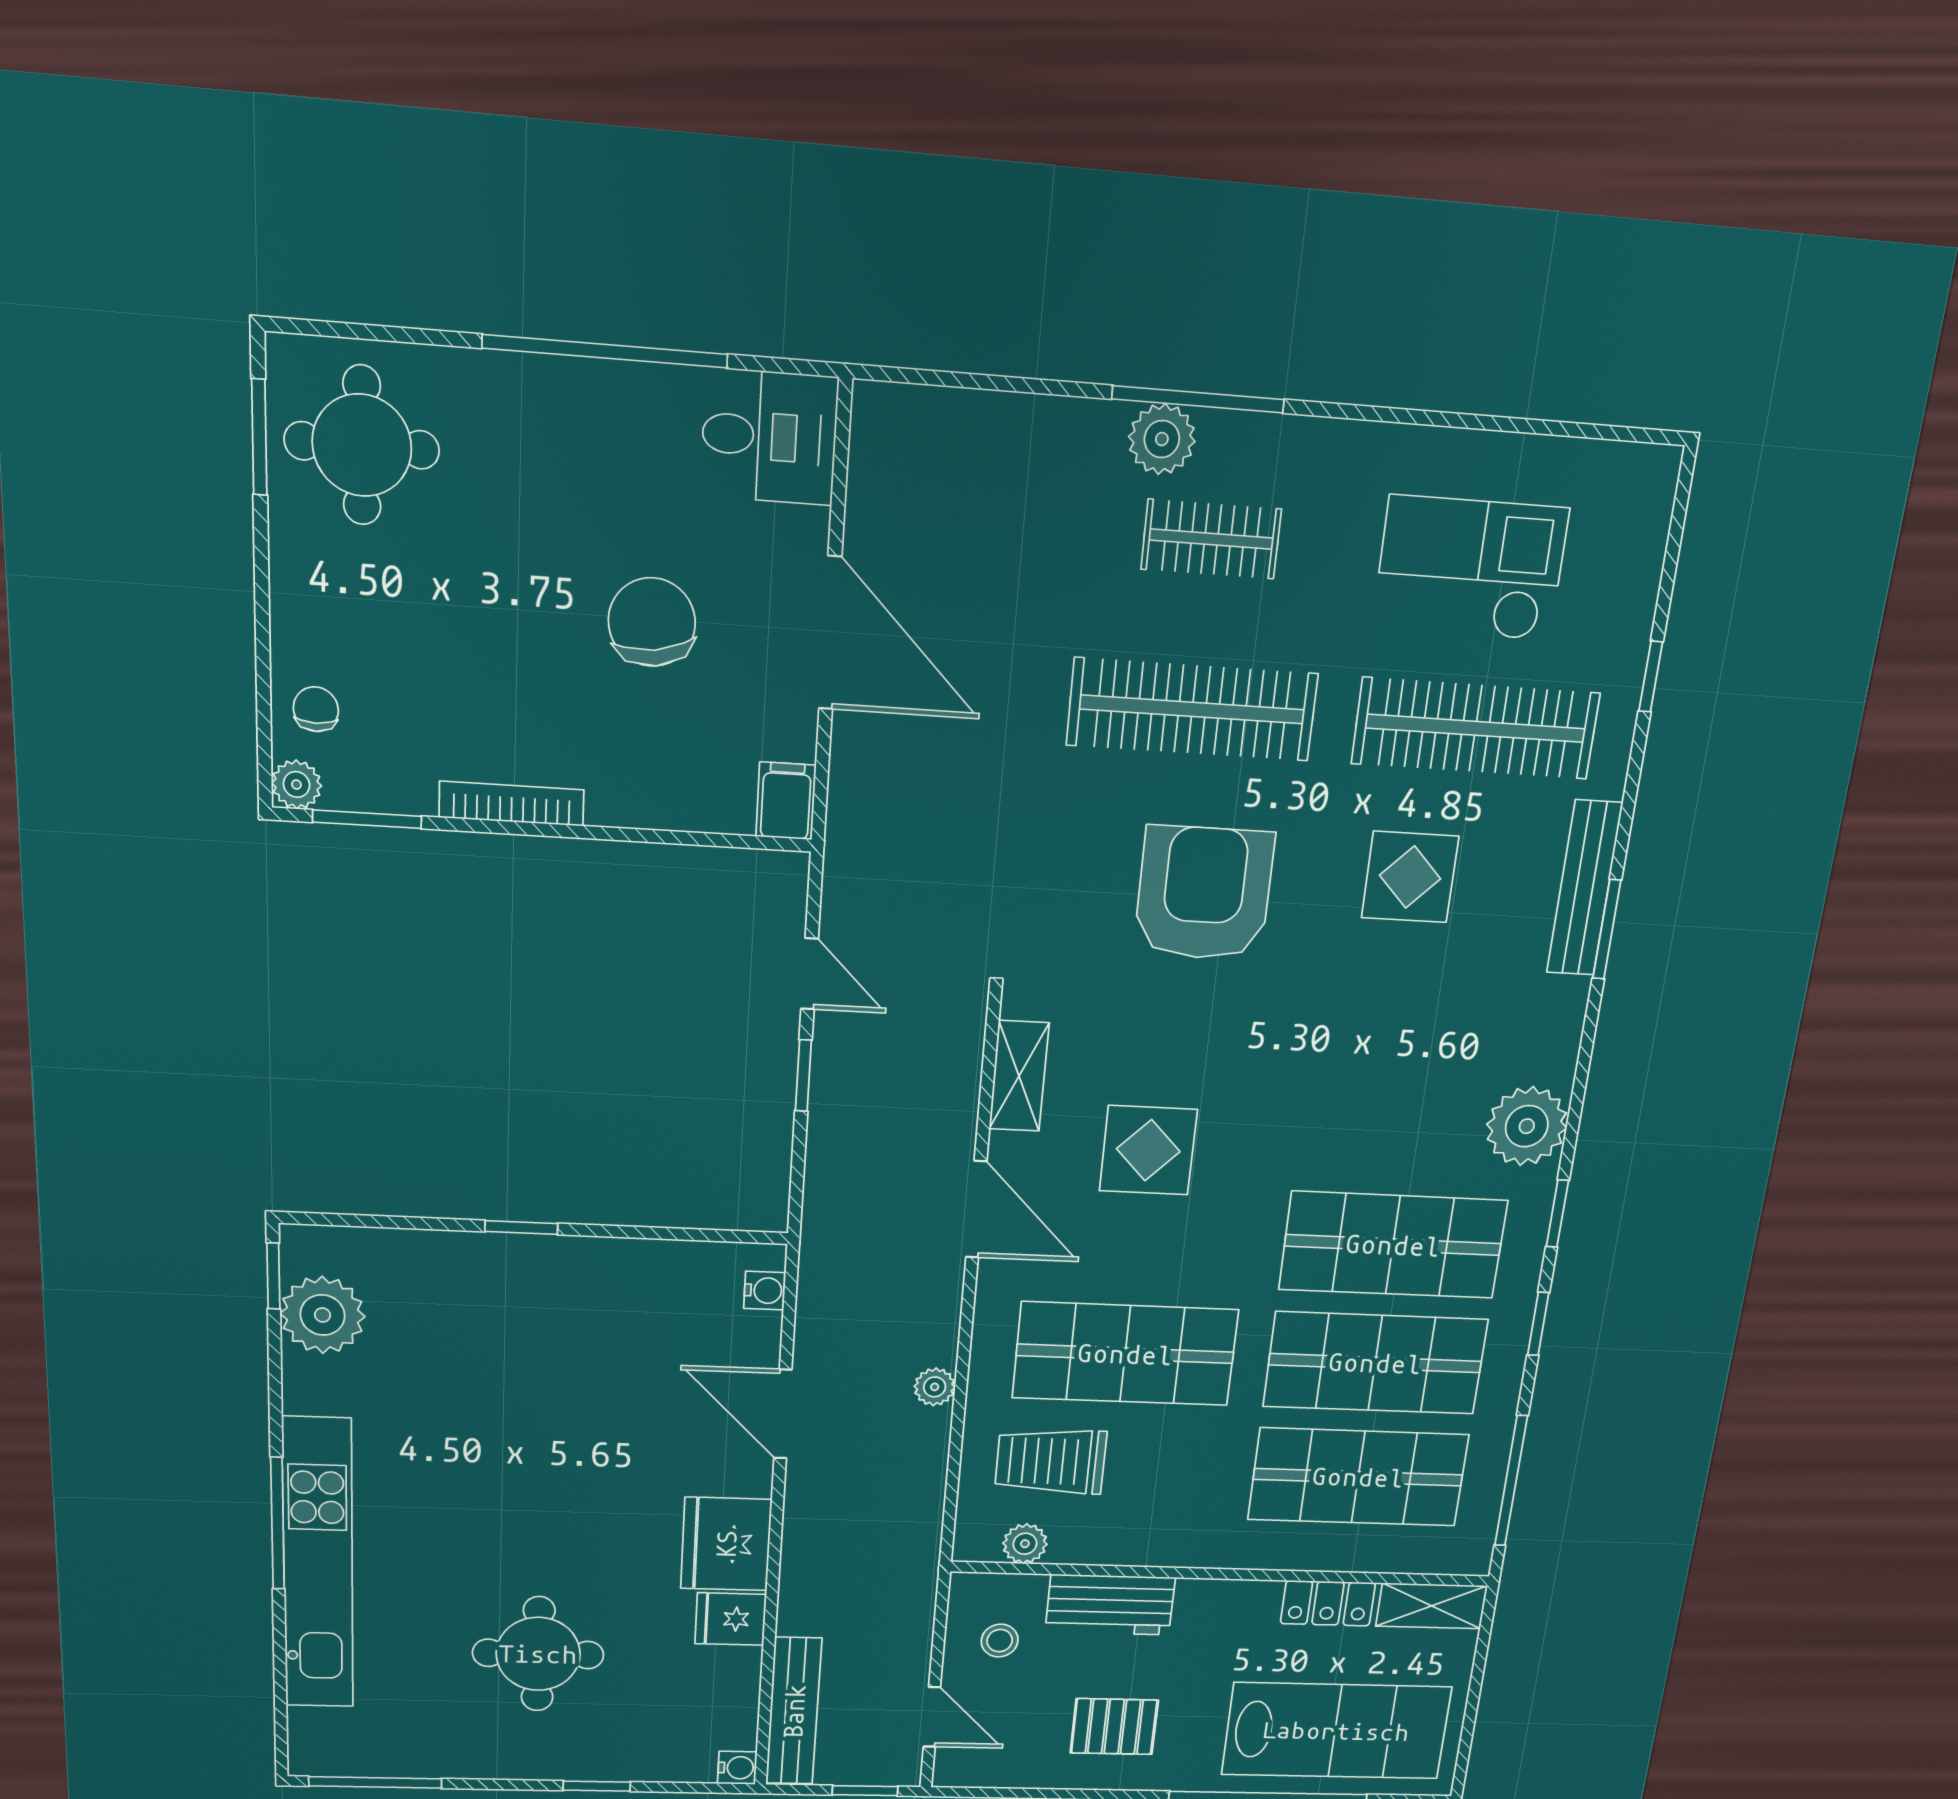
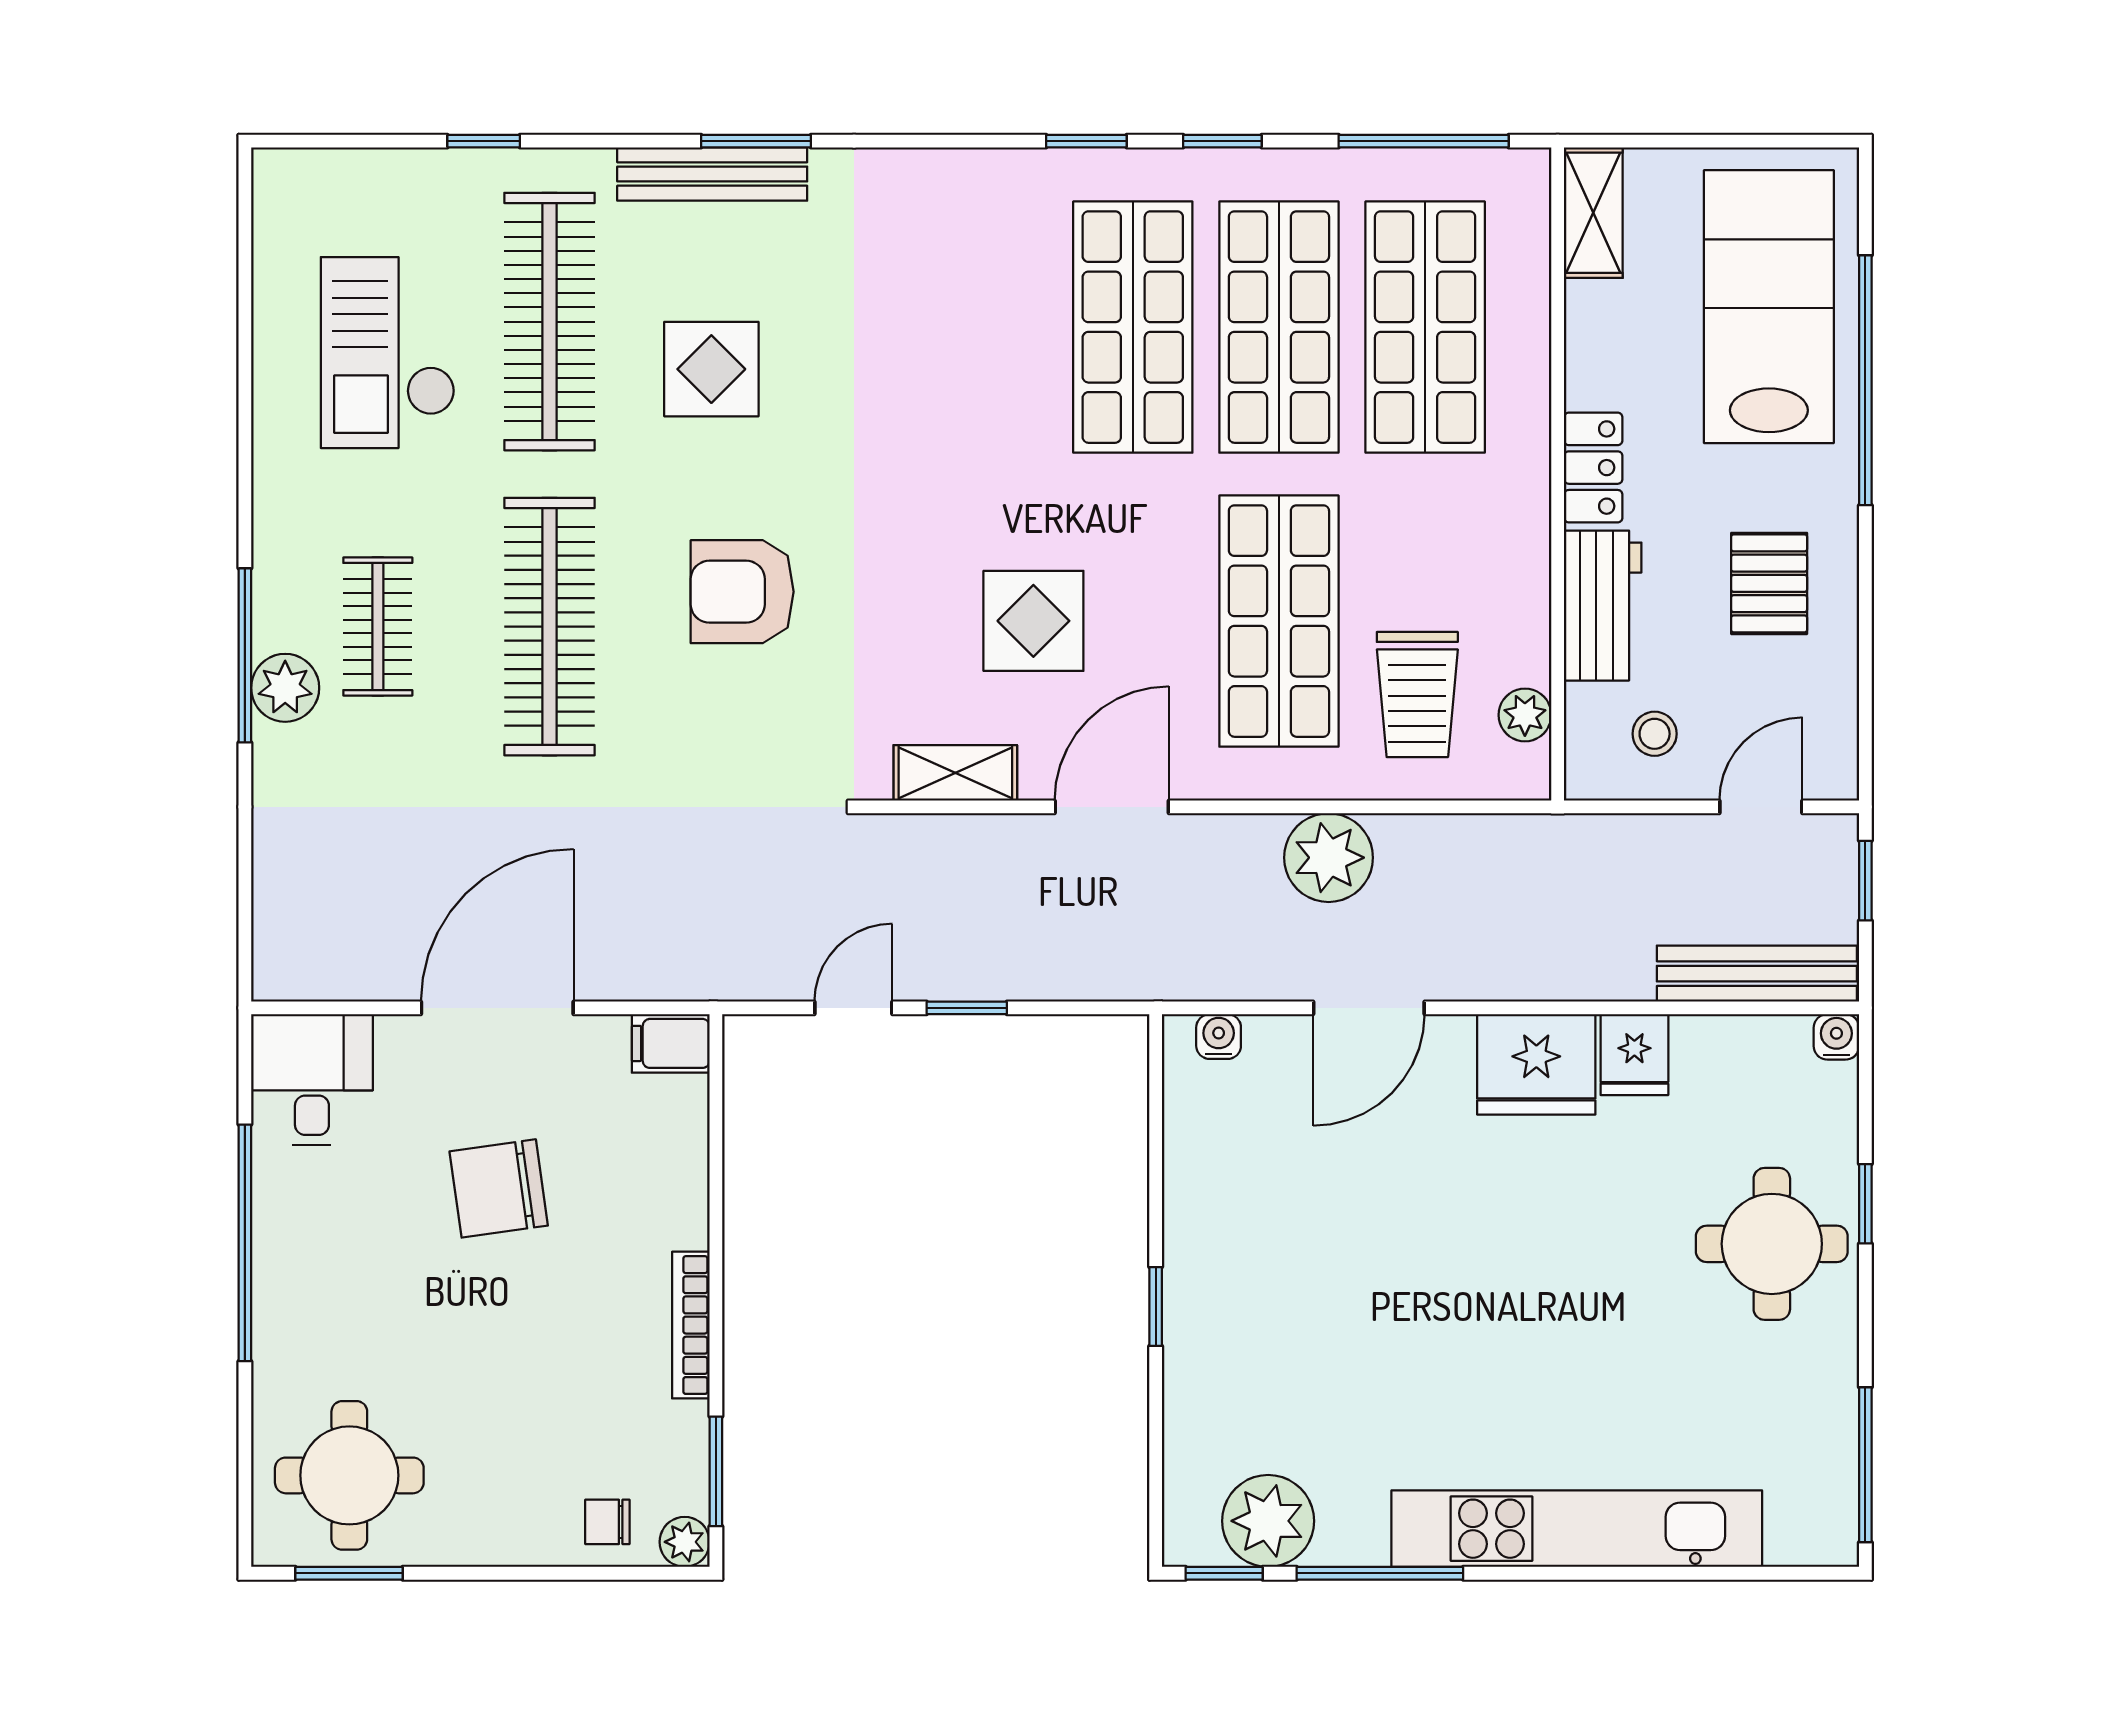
armchair: (1204, 893) -> (742, 592), width x0.73, depth x0.73
plant: (1527, 1126) -> (984, 194), removed
plant: (935, 1387) -> (1329, 858), width x1.87, depth x1.87
window: (278, 1524) -> (1380, 1573), moved
locker: (1328, 1603) -> (1593, 468), moved
round table: (538, 1654) -> (1772, 1244), moved

